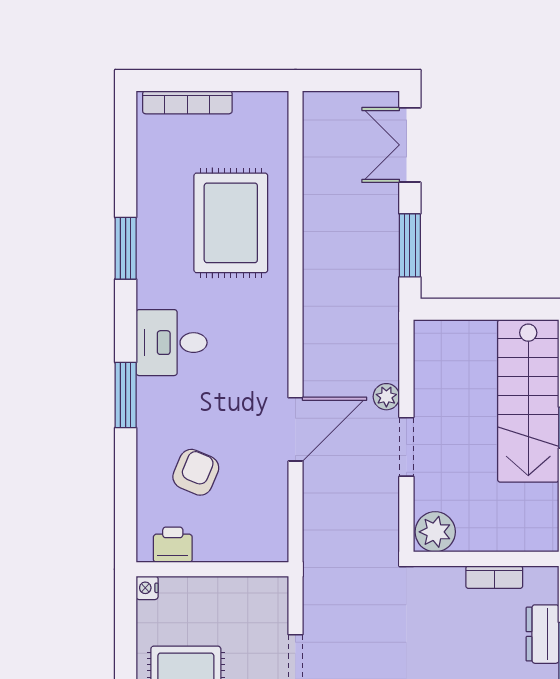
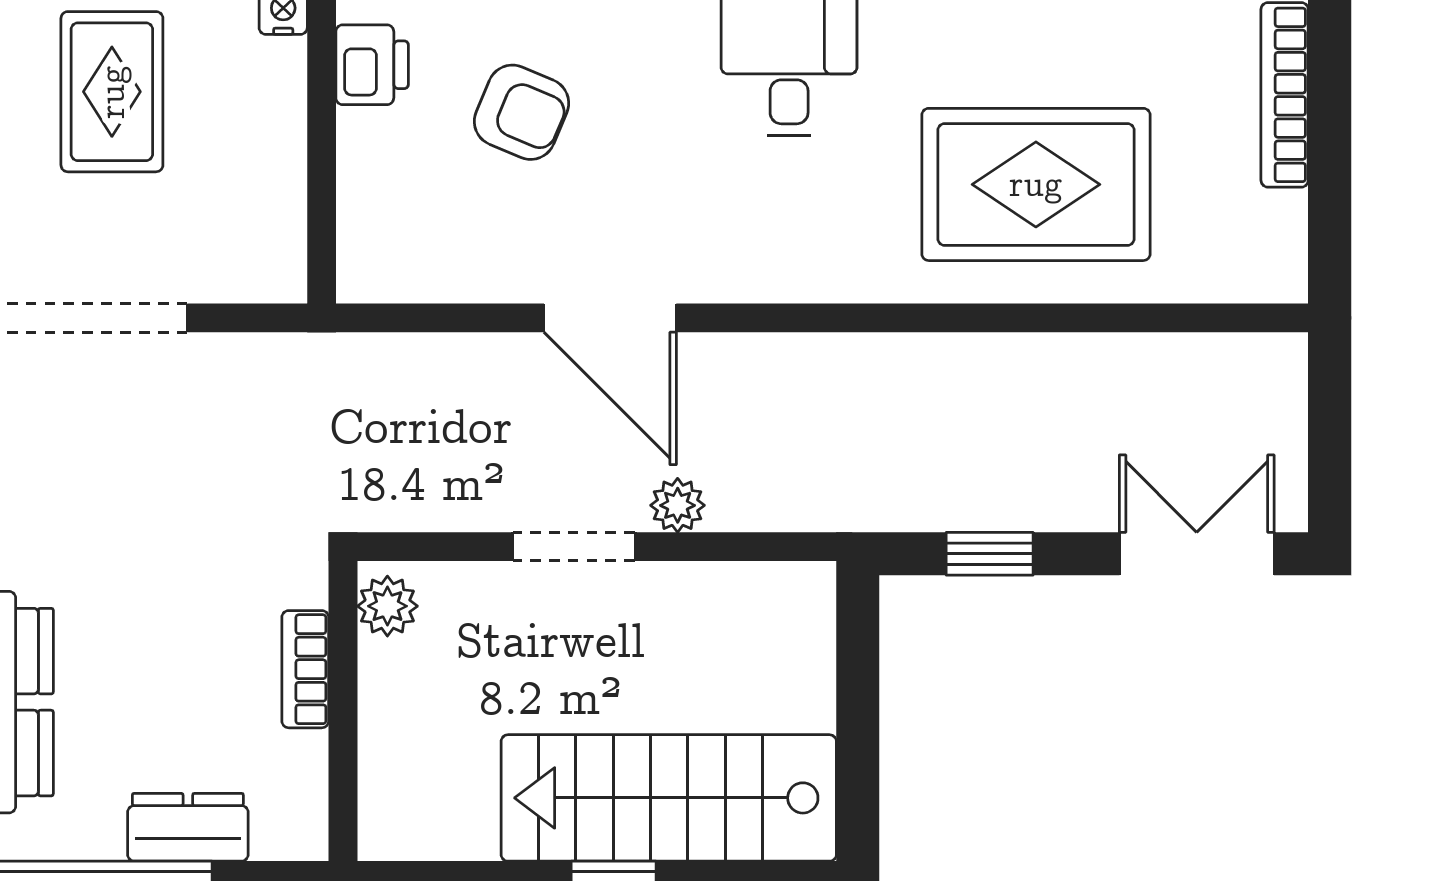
window: (410, 245) -> (990, 554), width x0.67
plant: (435, 532) -> (387, 606), width x0.73, depth x0.73
bookcase: (494, 577) -> (305, 669), moved

